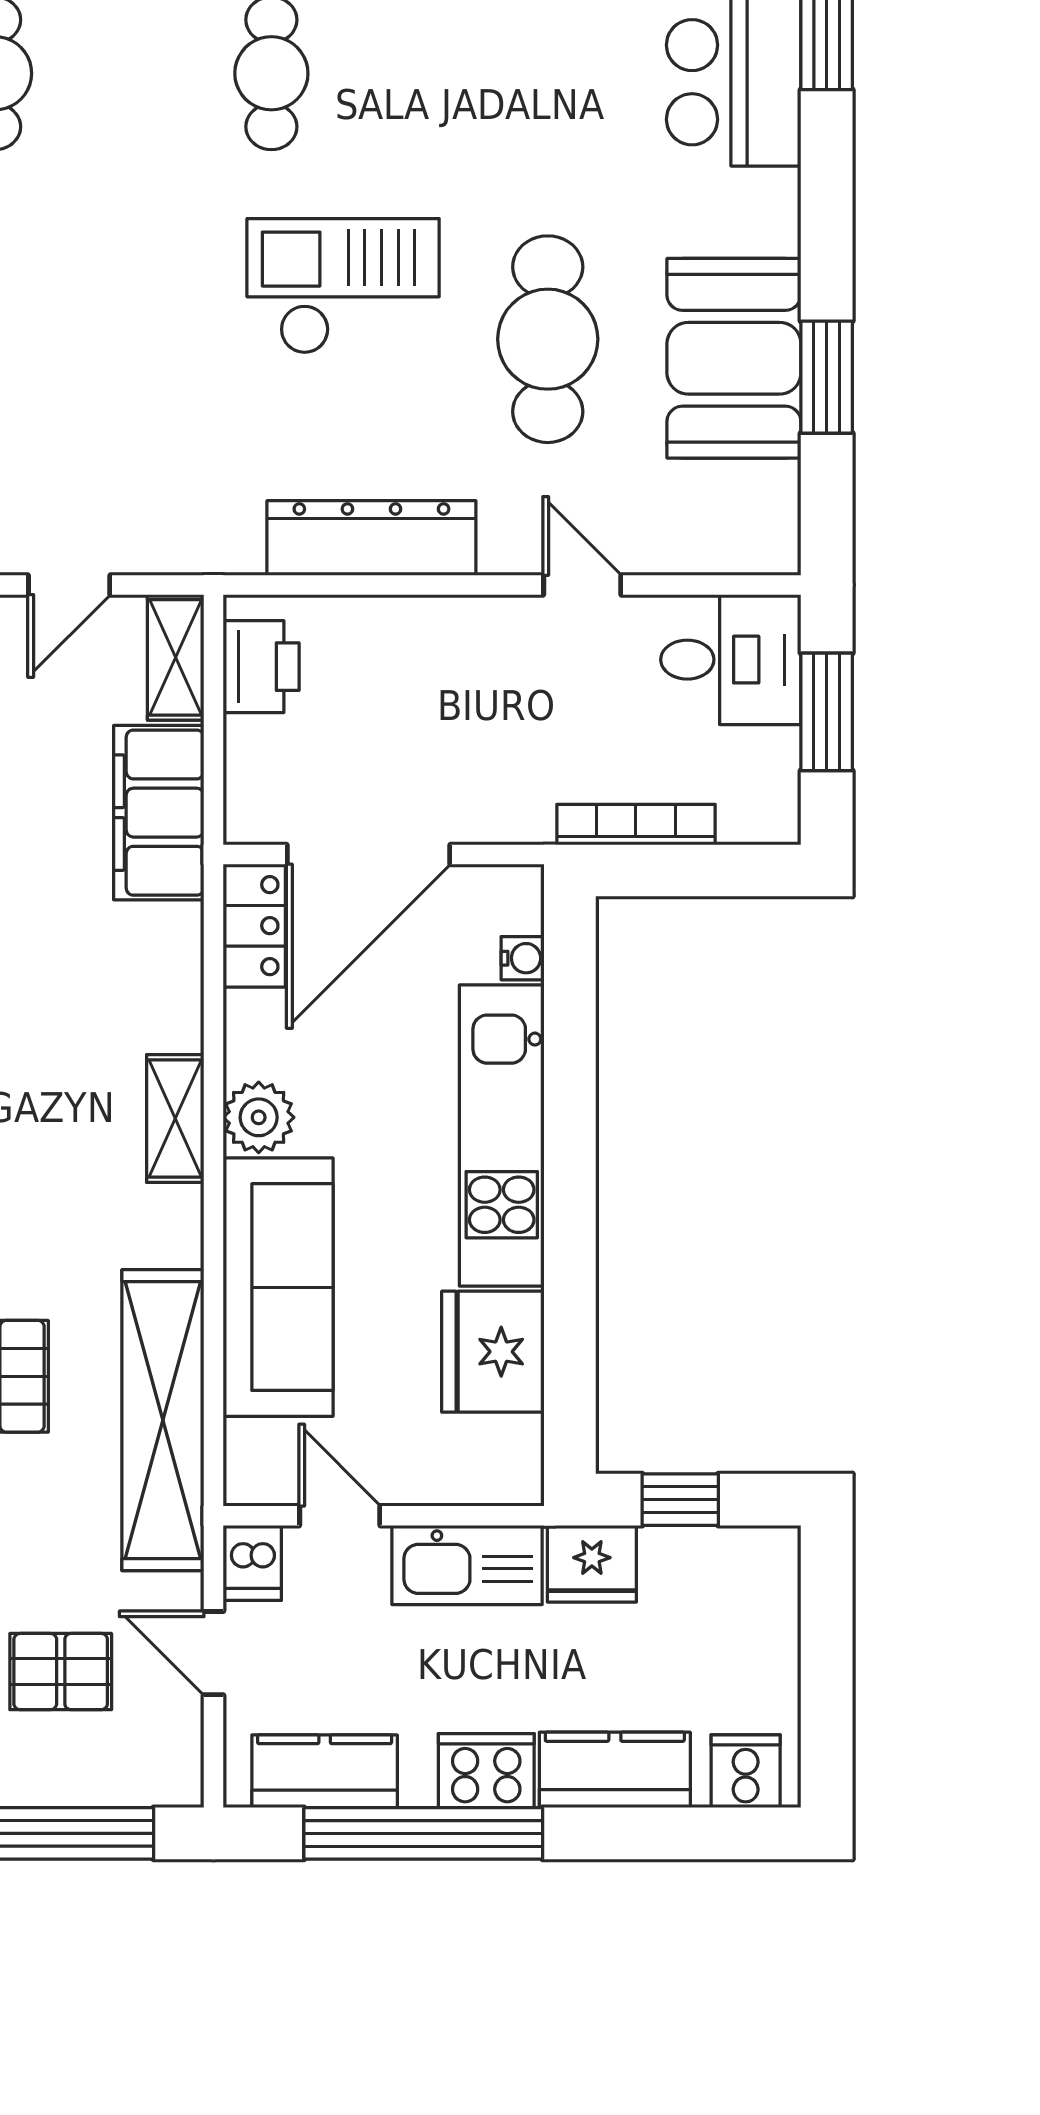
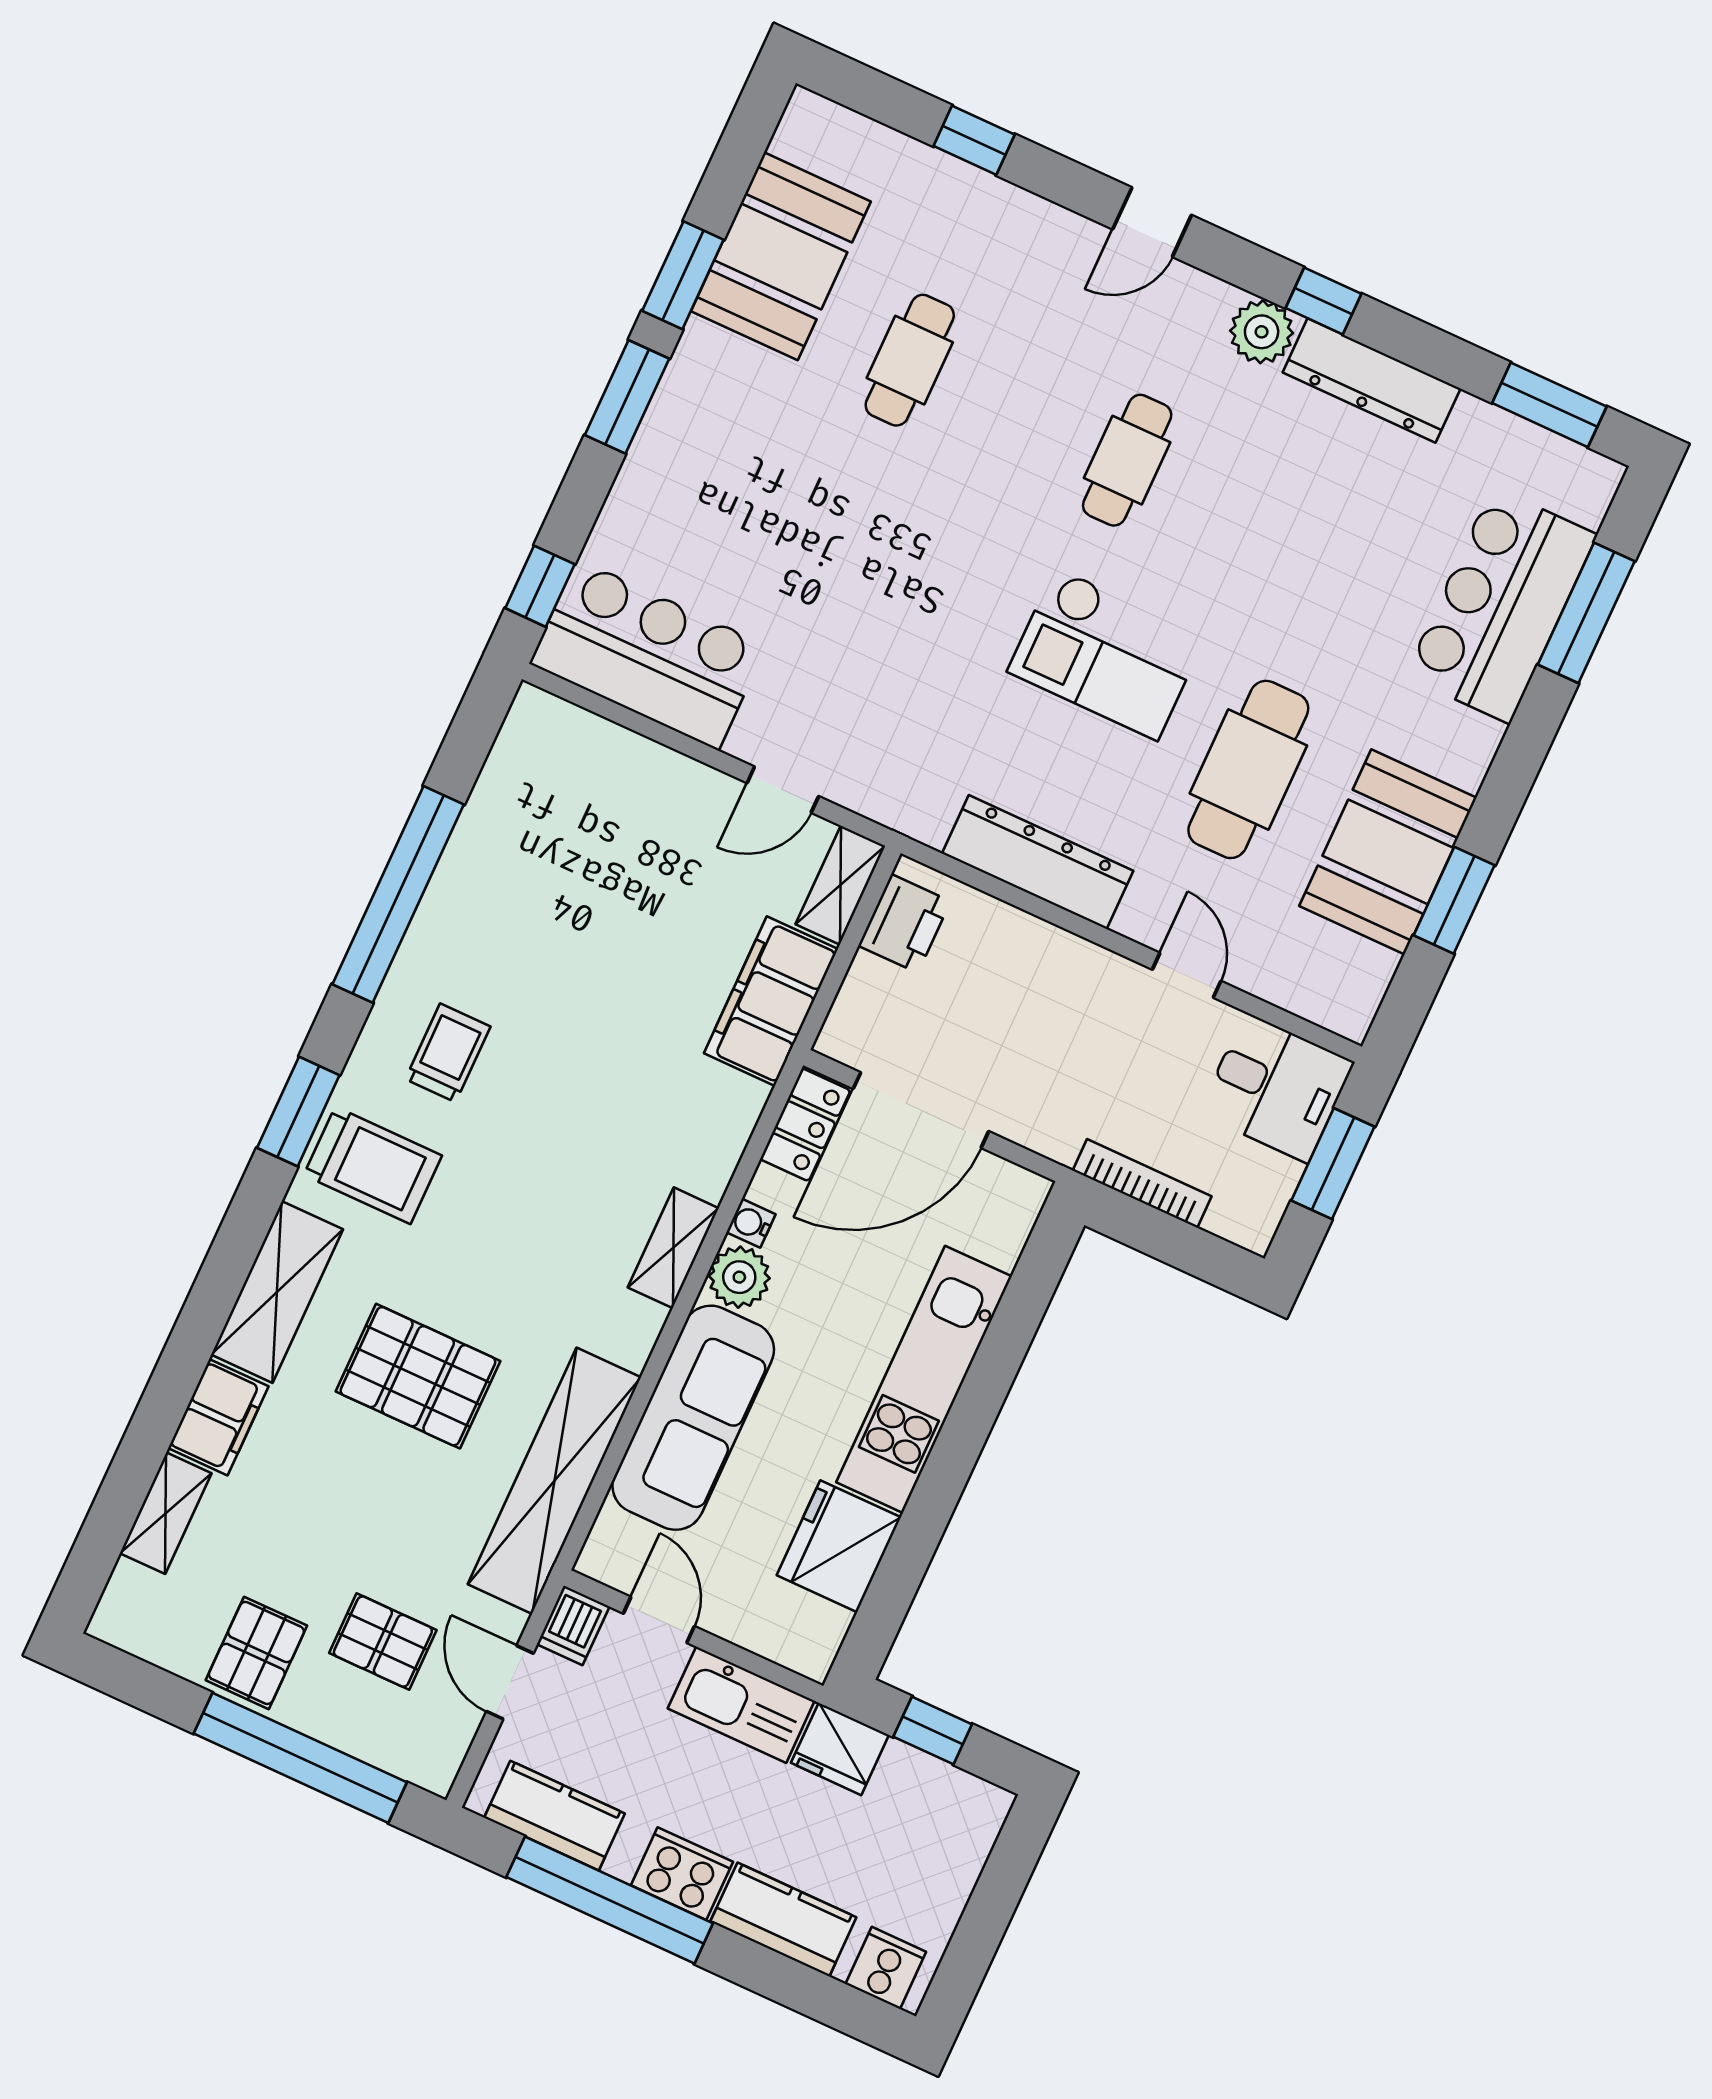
checkout: (343, 286) -> (1107, 654), turned 180
water cooler: (523, 958) -> (751, 1223), moved, turned 180

